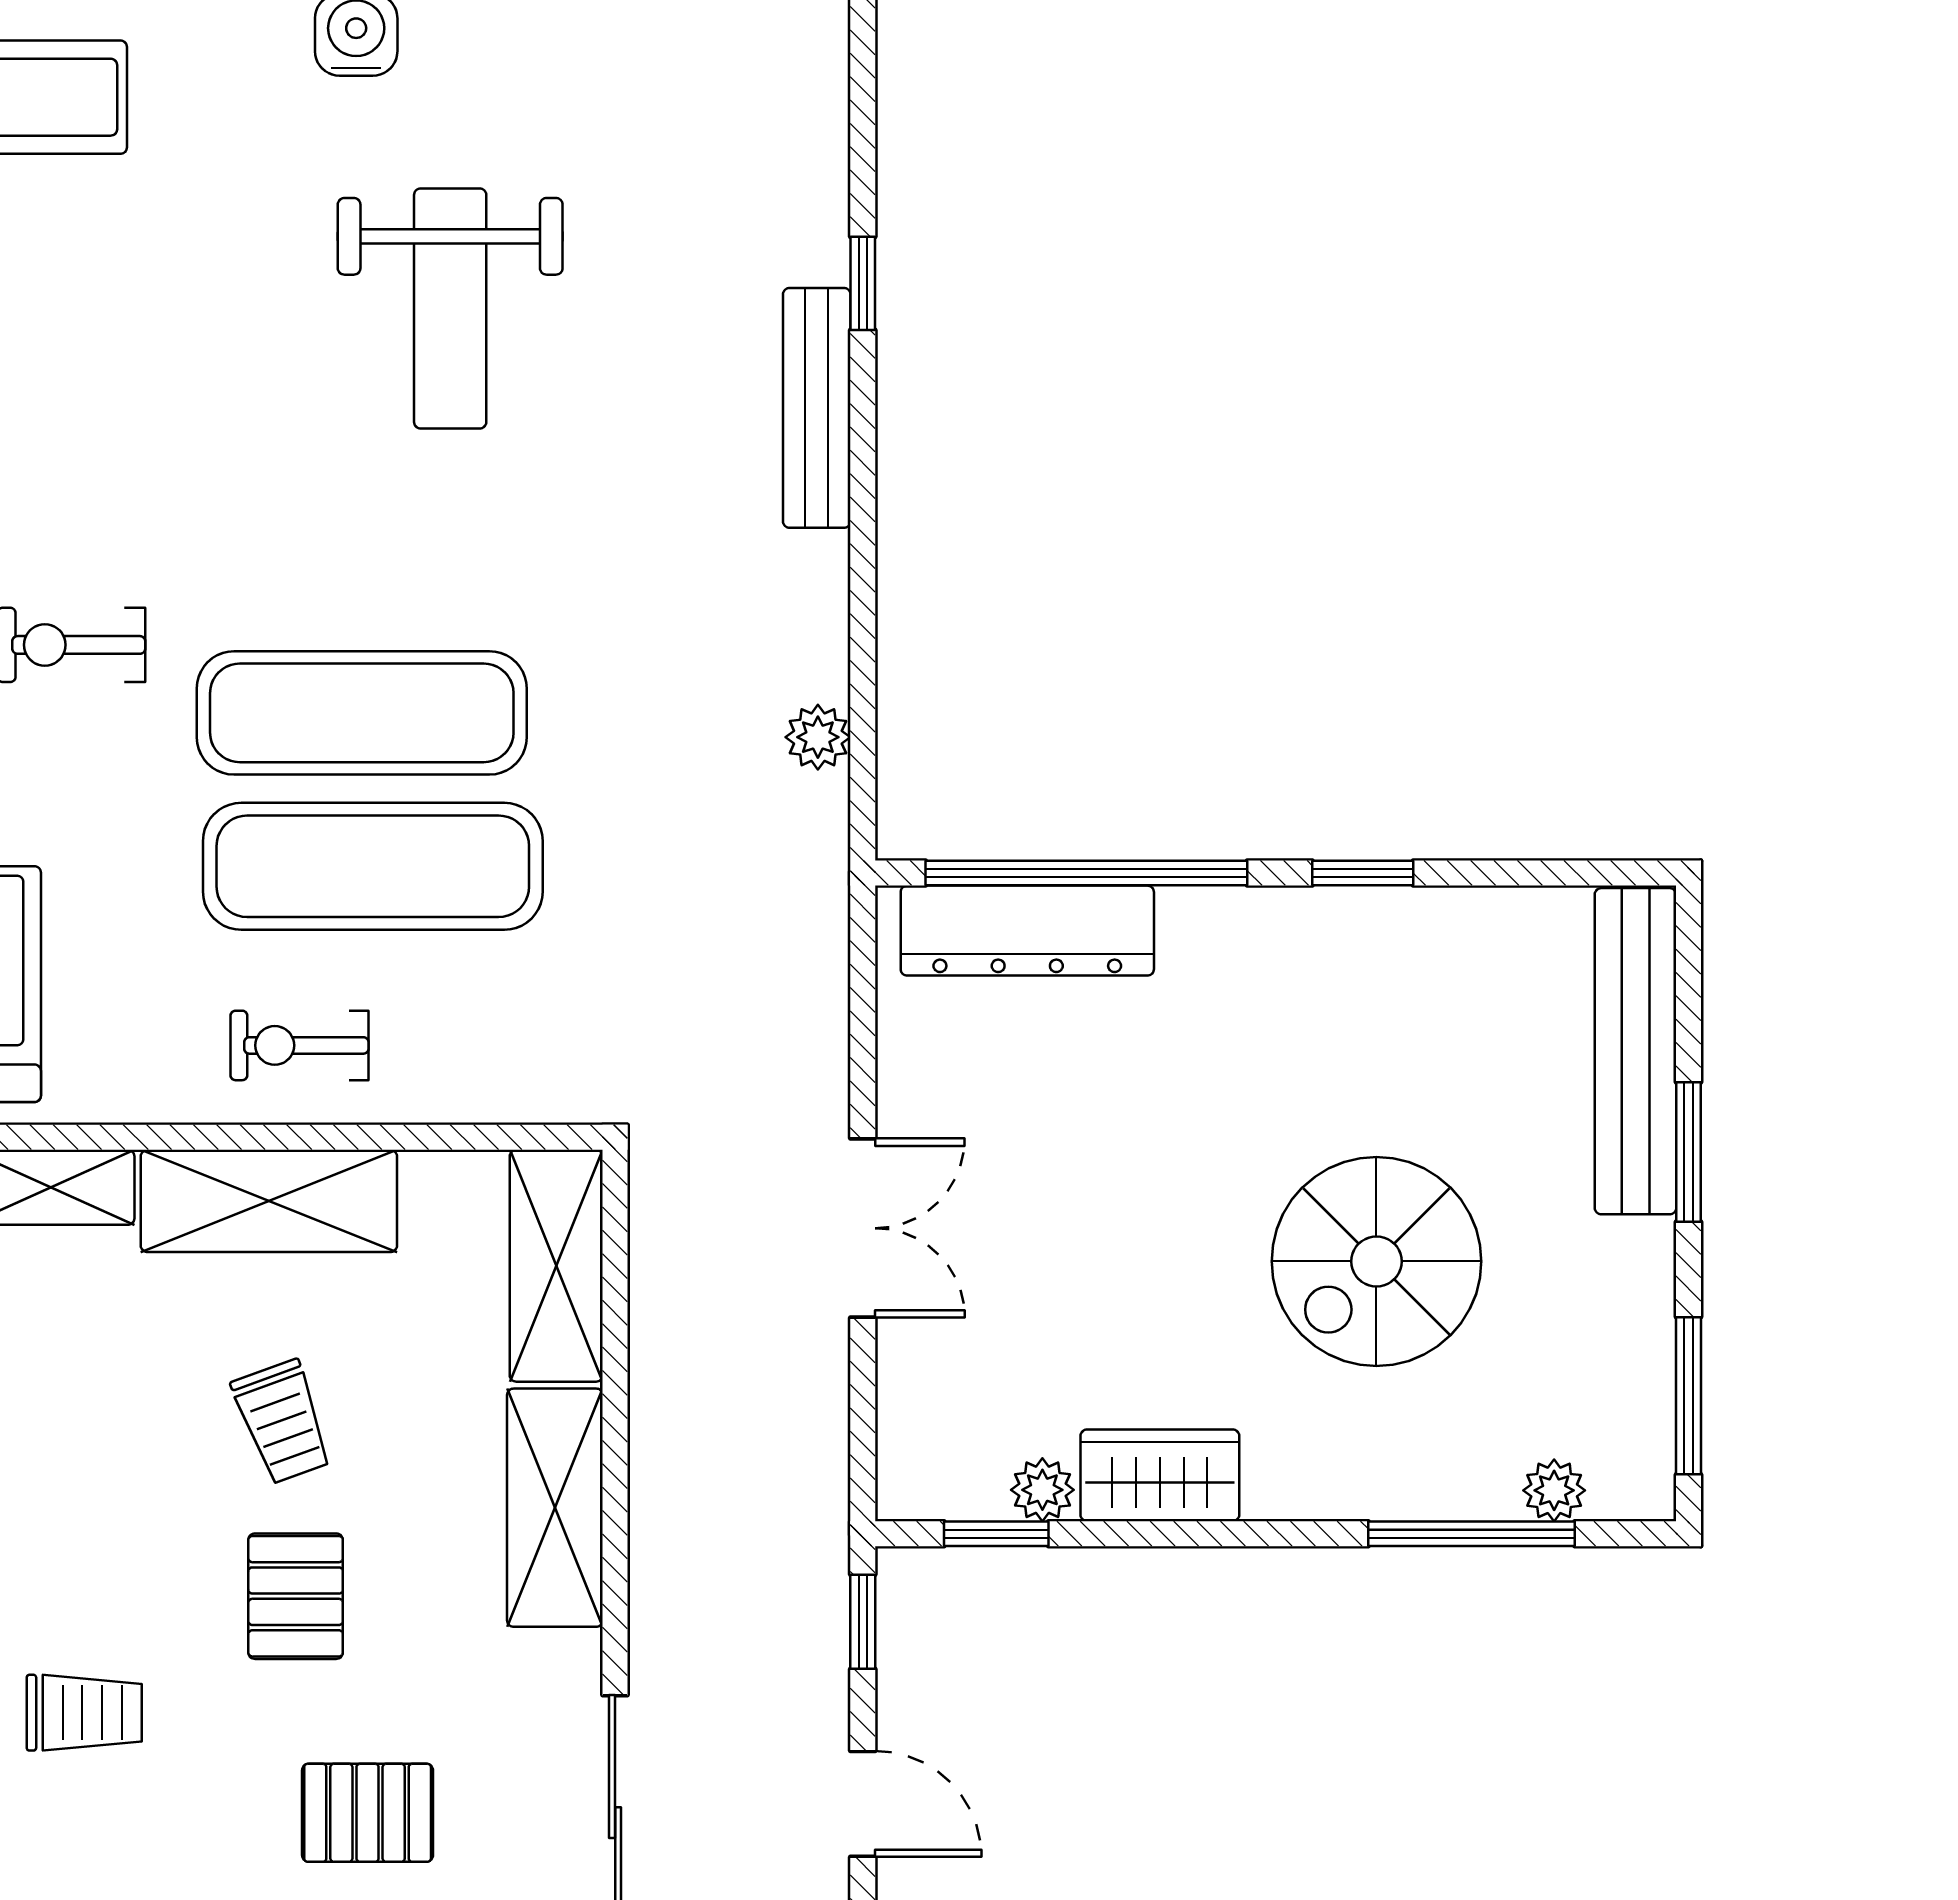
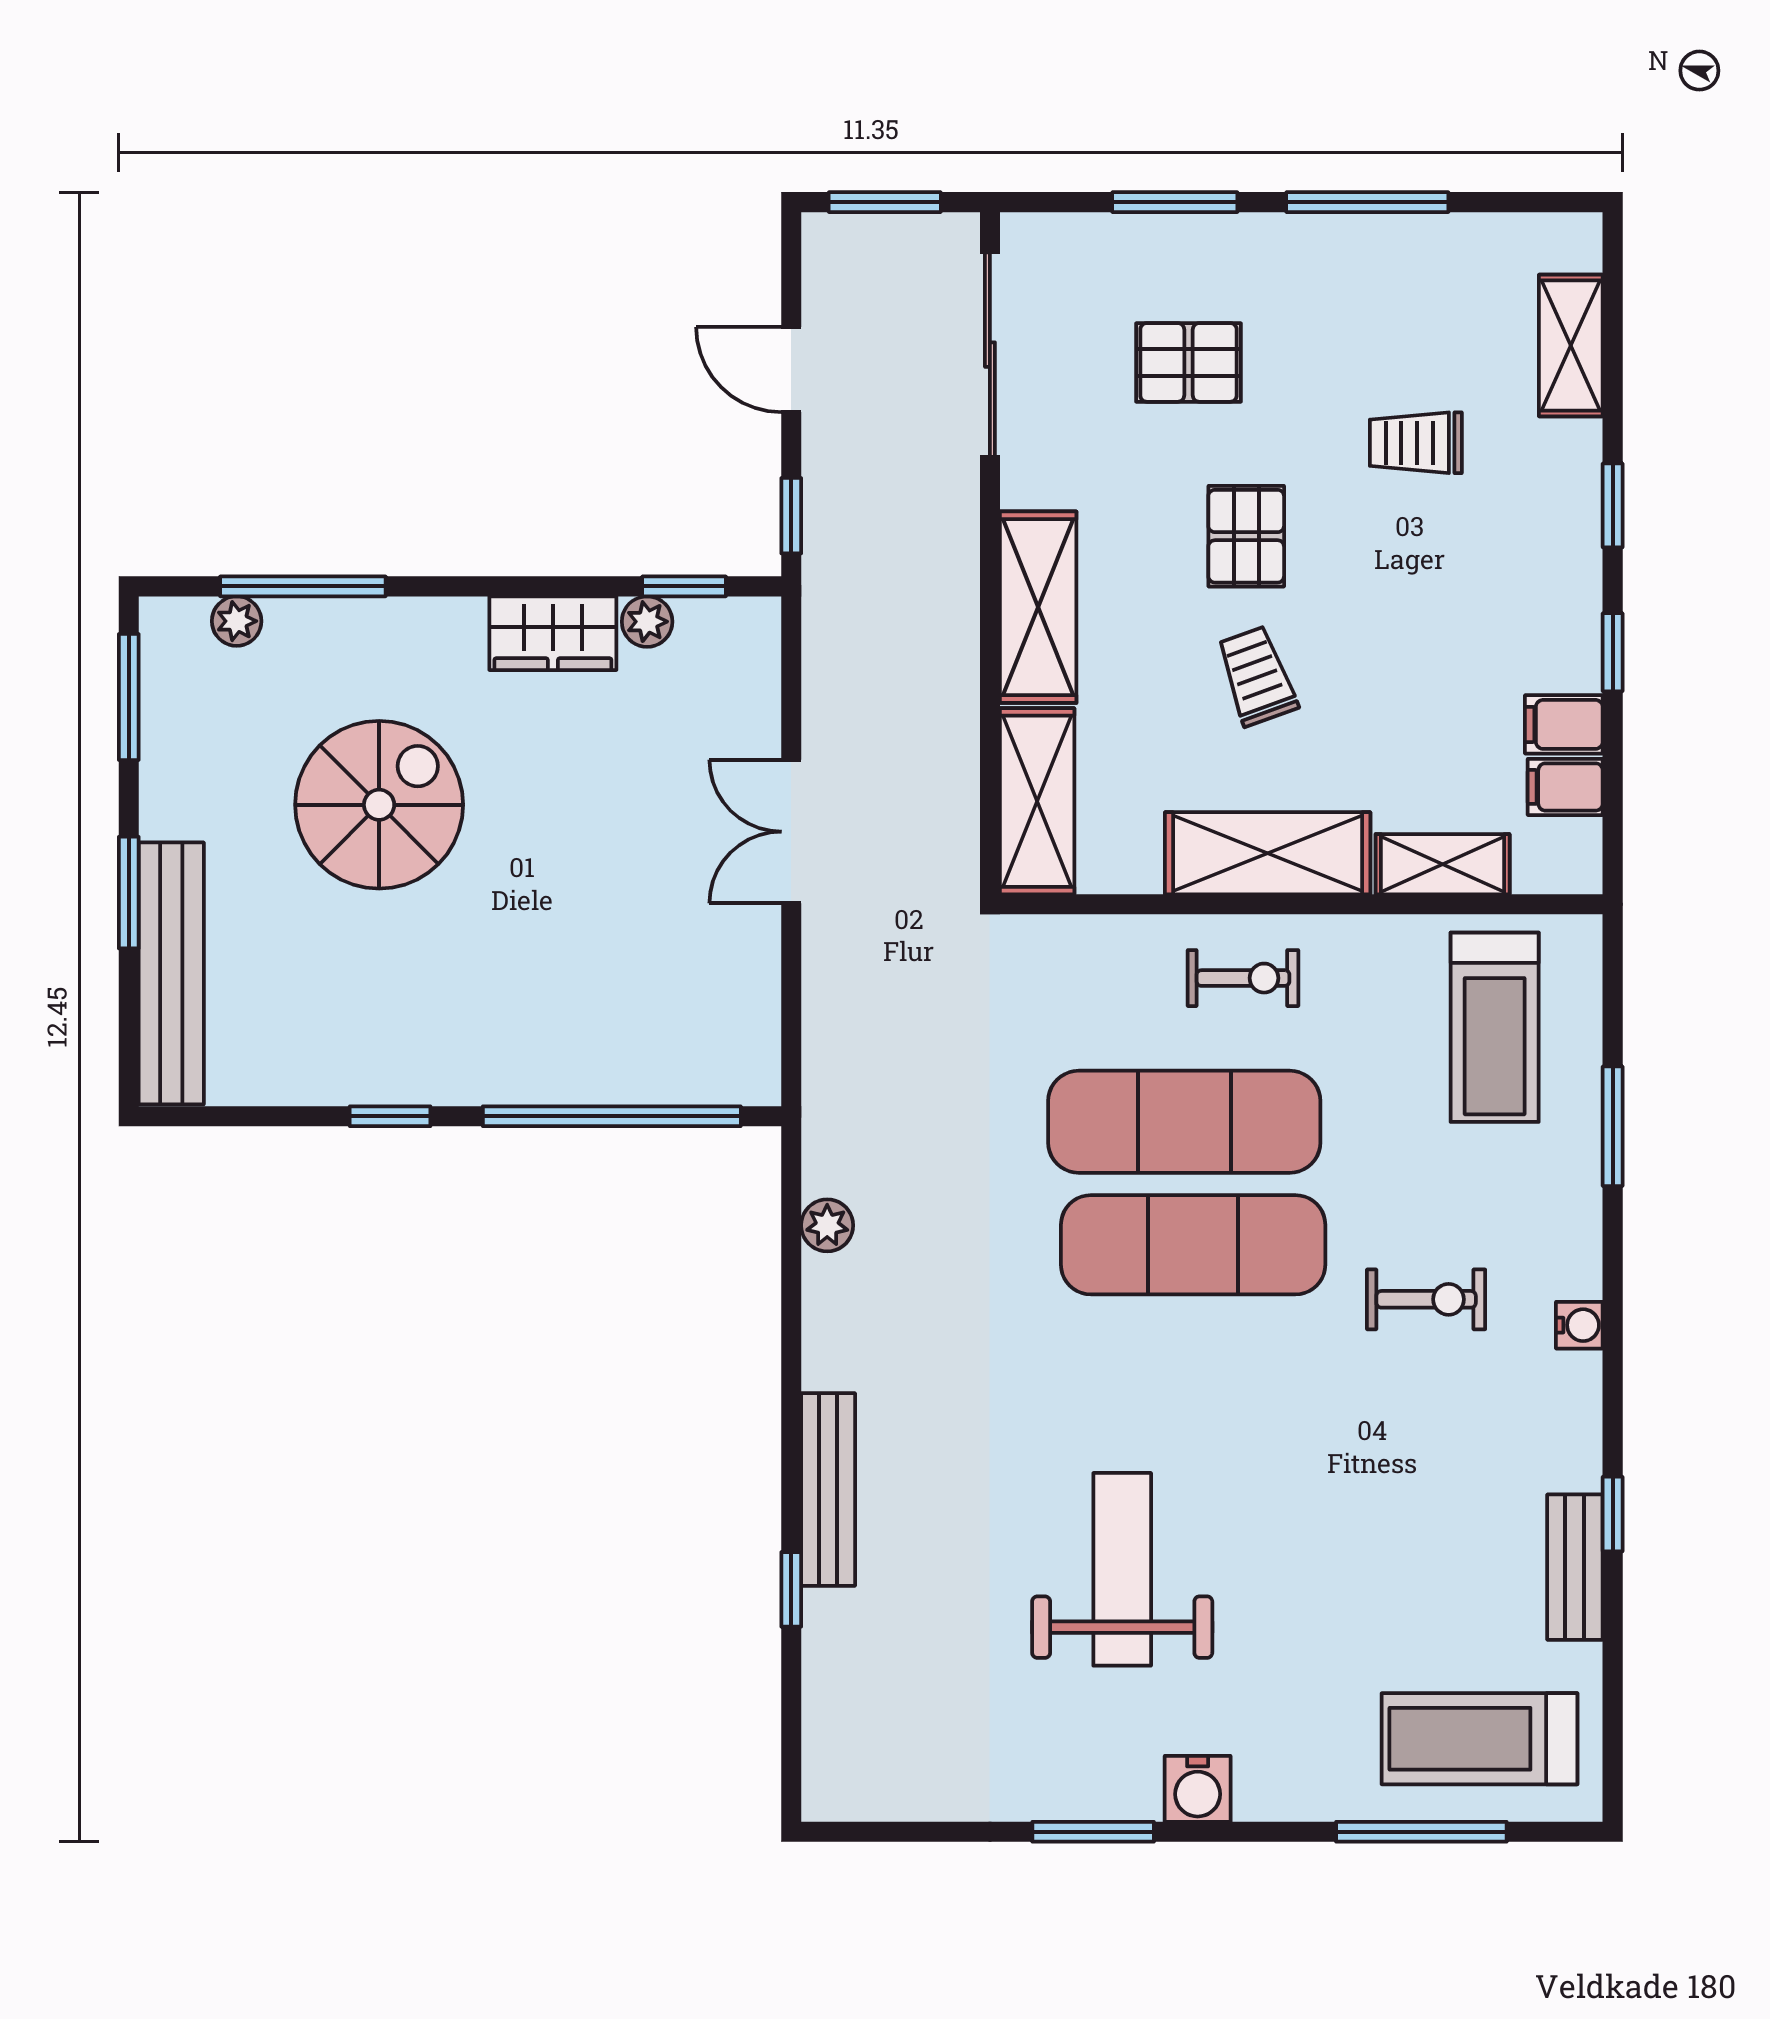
dresser: (1027, 931) -> (659, 1070), removed

